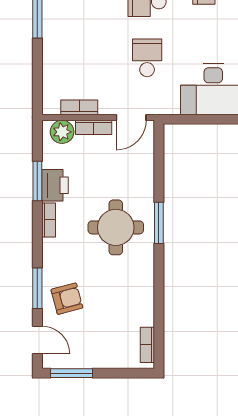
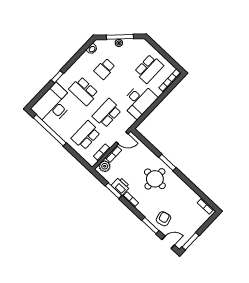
school desk: (82, 58) -> (86, 135), added
school desk: (147, 58) -> (107, 113), width x1.85
door: (131, 117) -> (122, 138), hinge flipped

